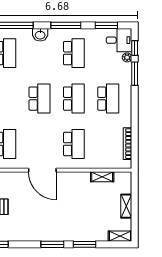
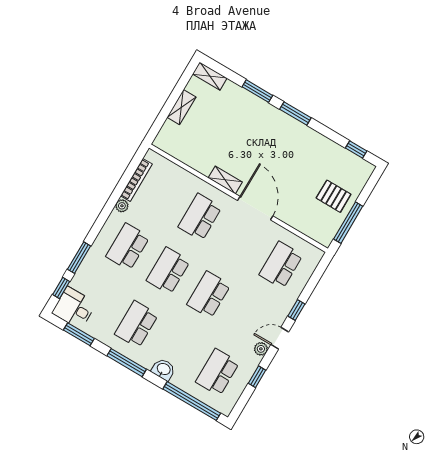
plant: (127, 57) -> (122, 206), moved
shelving: (102, 177) -> (225, 180), moved

